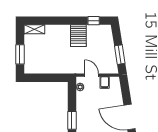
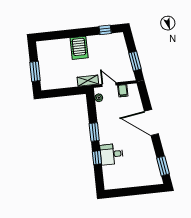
shelving: (34, 29) -> (88, 81), moved
server rack: (78, 36) -> (79, 48), moved

